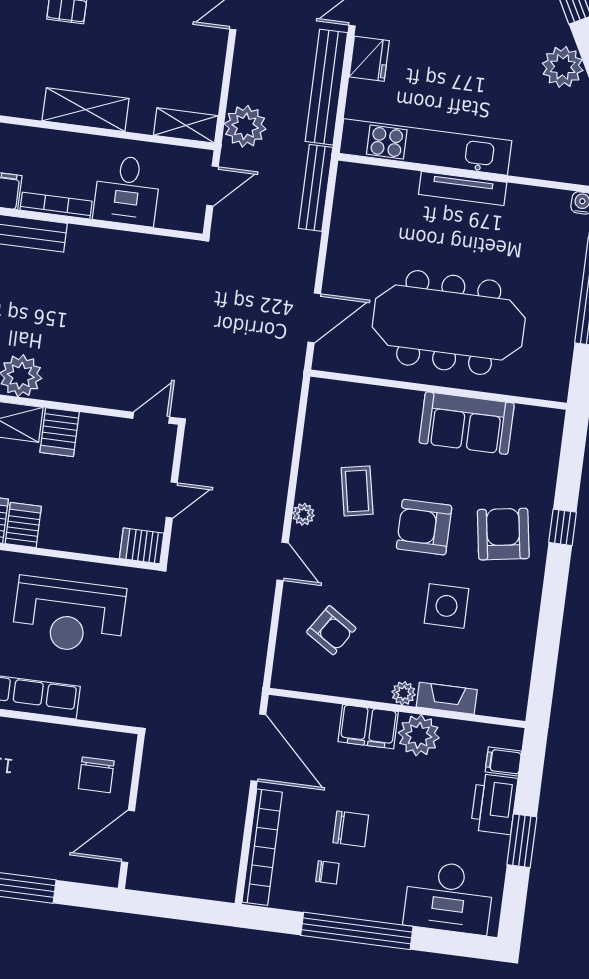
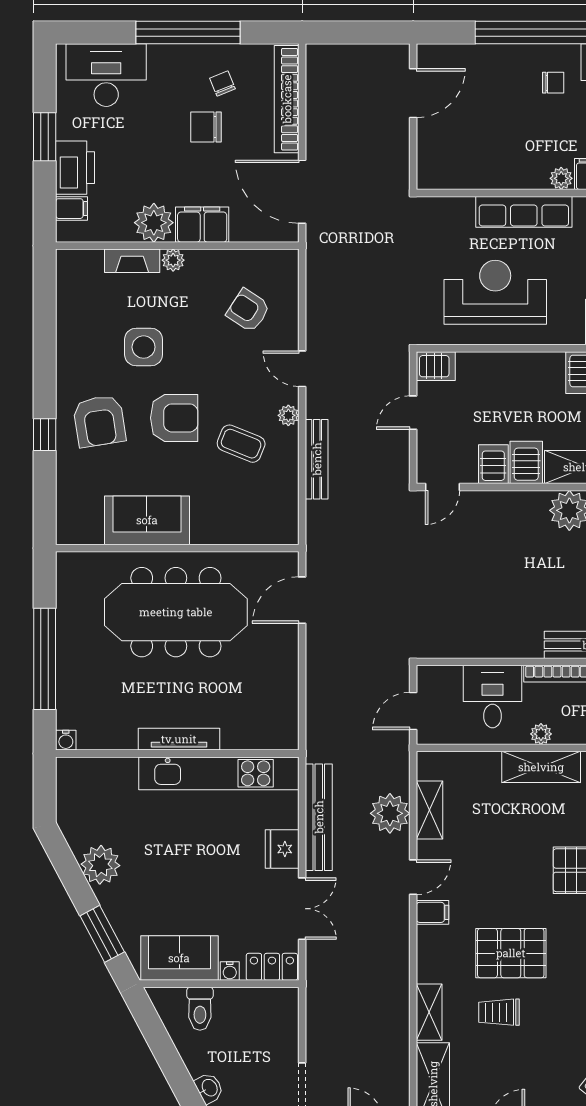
shelving: (186, 125) -> (430, 810), moved, turned 90
plant: (245, 126) -> (390, 813), moved
plant: (81, 144) -> (541, 734), added
bench: (316, 188) -> (317, 459), moved
coffee table: (357, 491) -> (241, 444), turned -57
server rack: (23, 525) -> (493, 464), moved, turned 180
chair: (96, 775) -> (450, 147), removed
chair: (327, 872) -> (222, 83), turned 68

